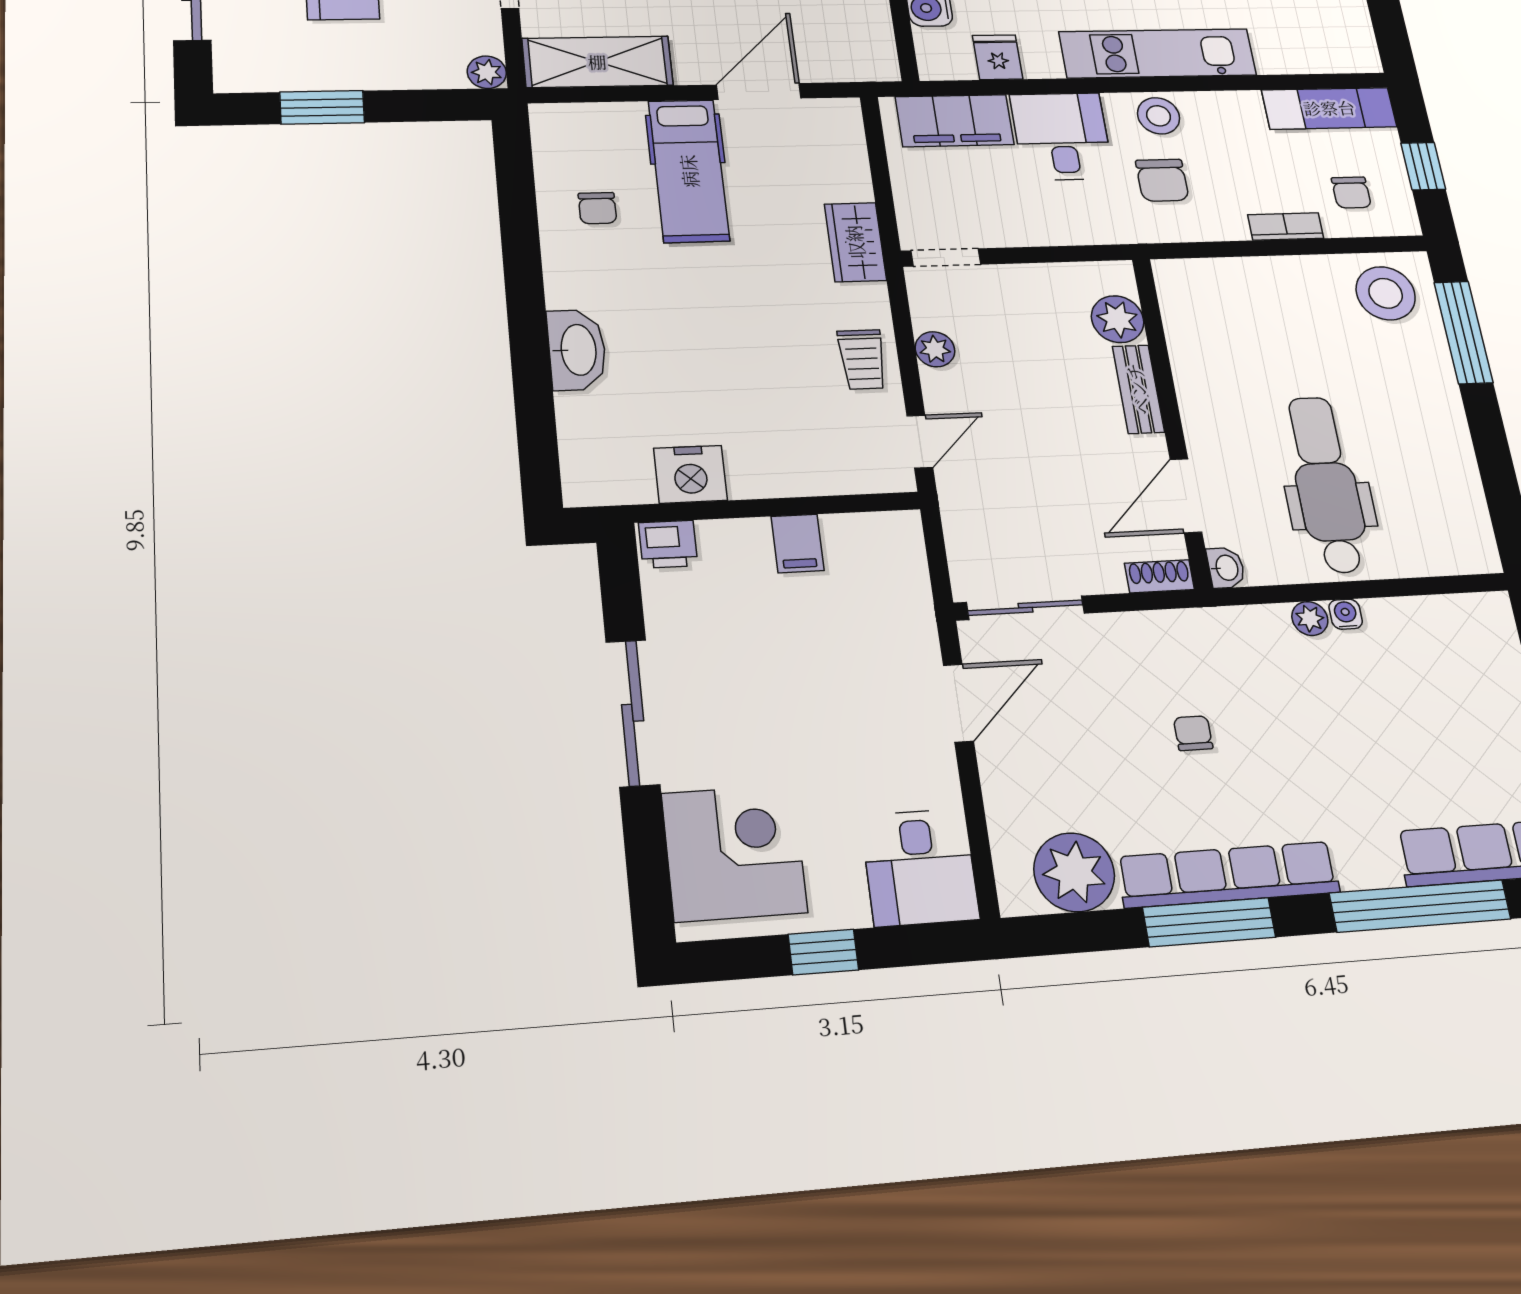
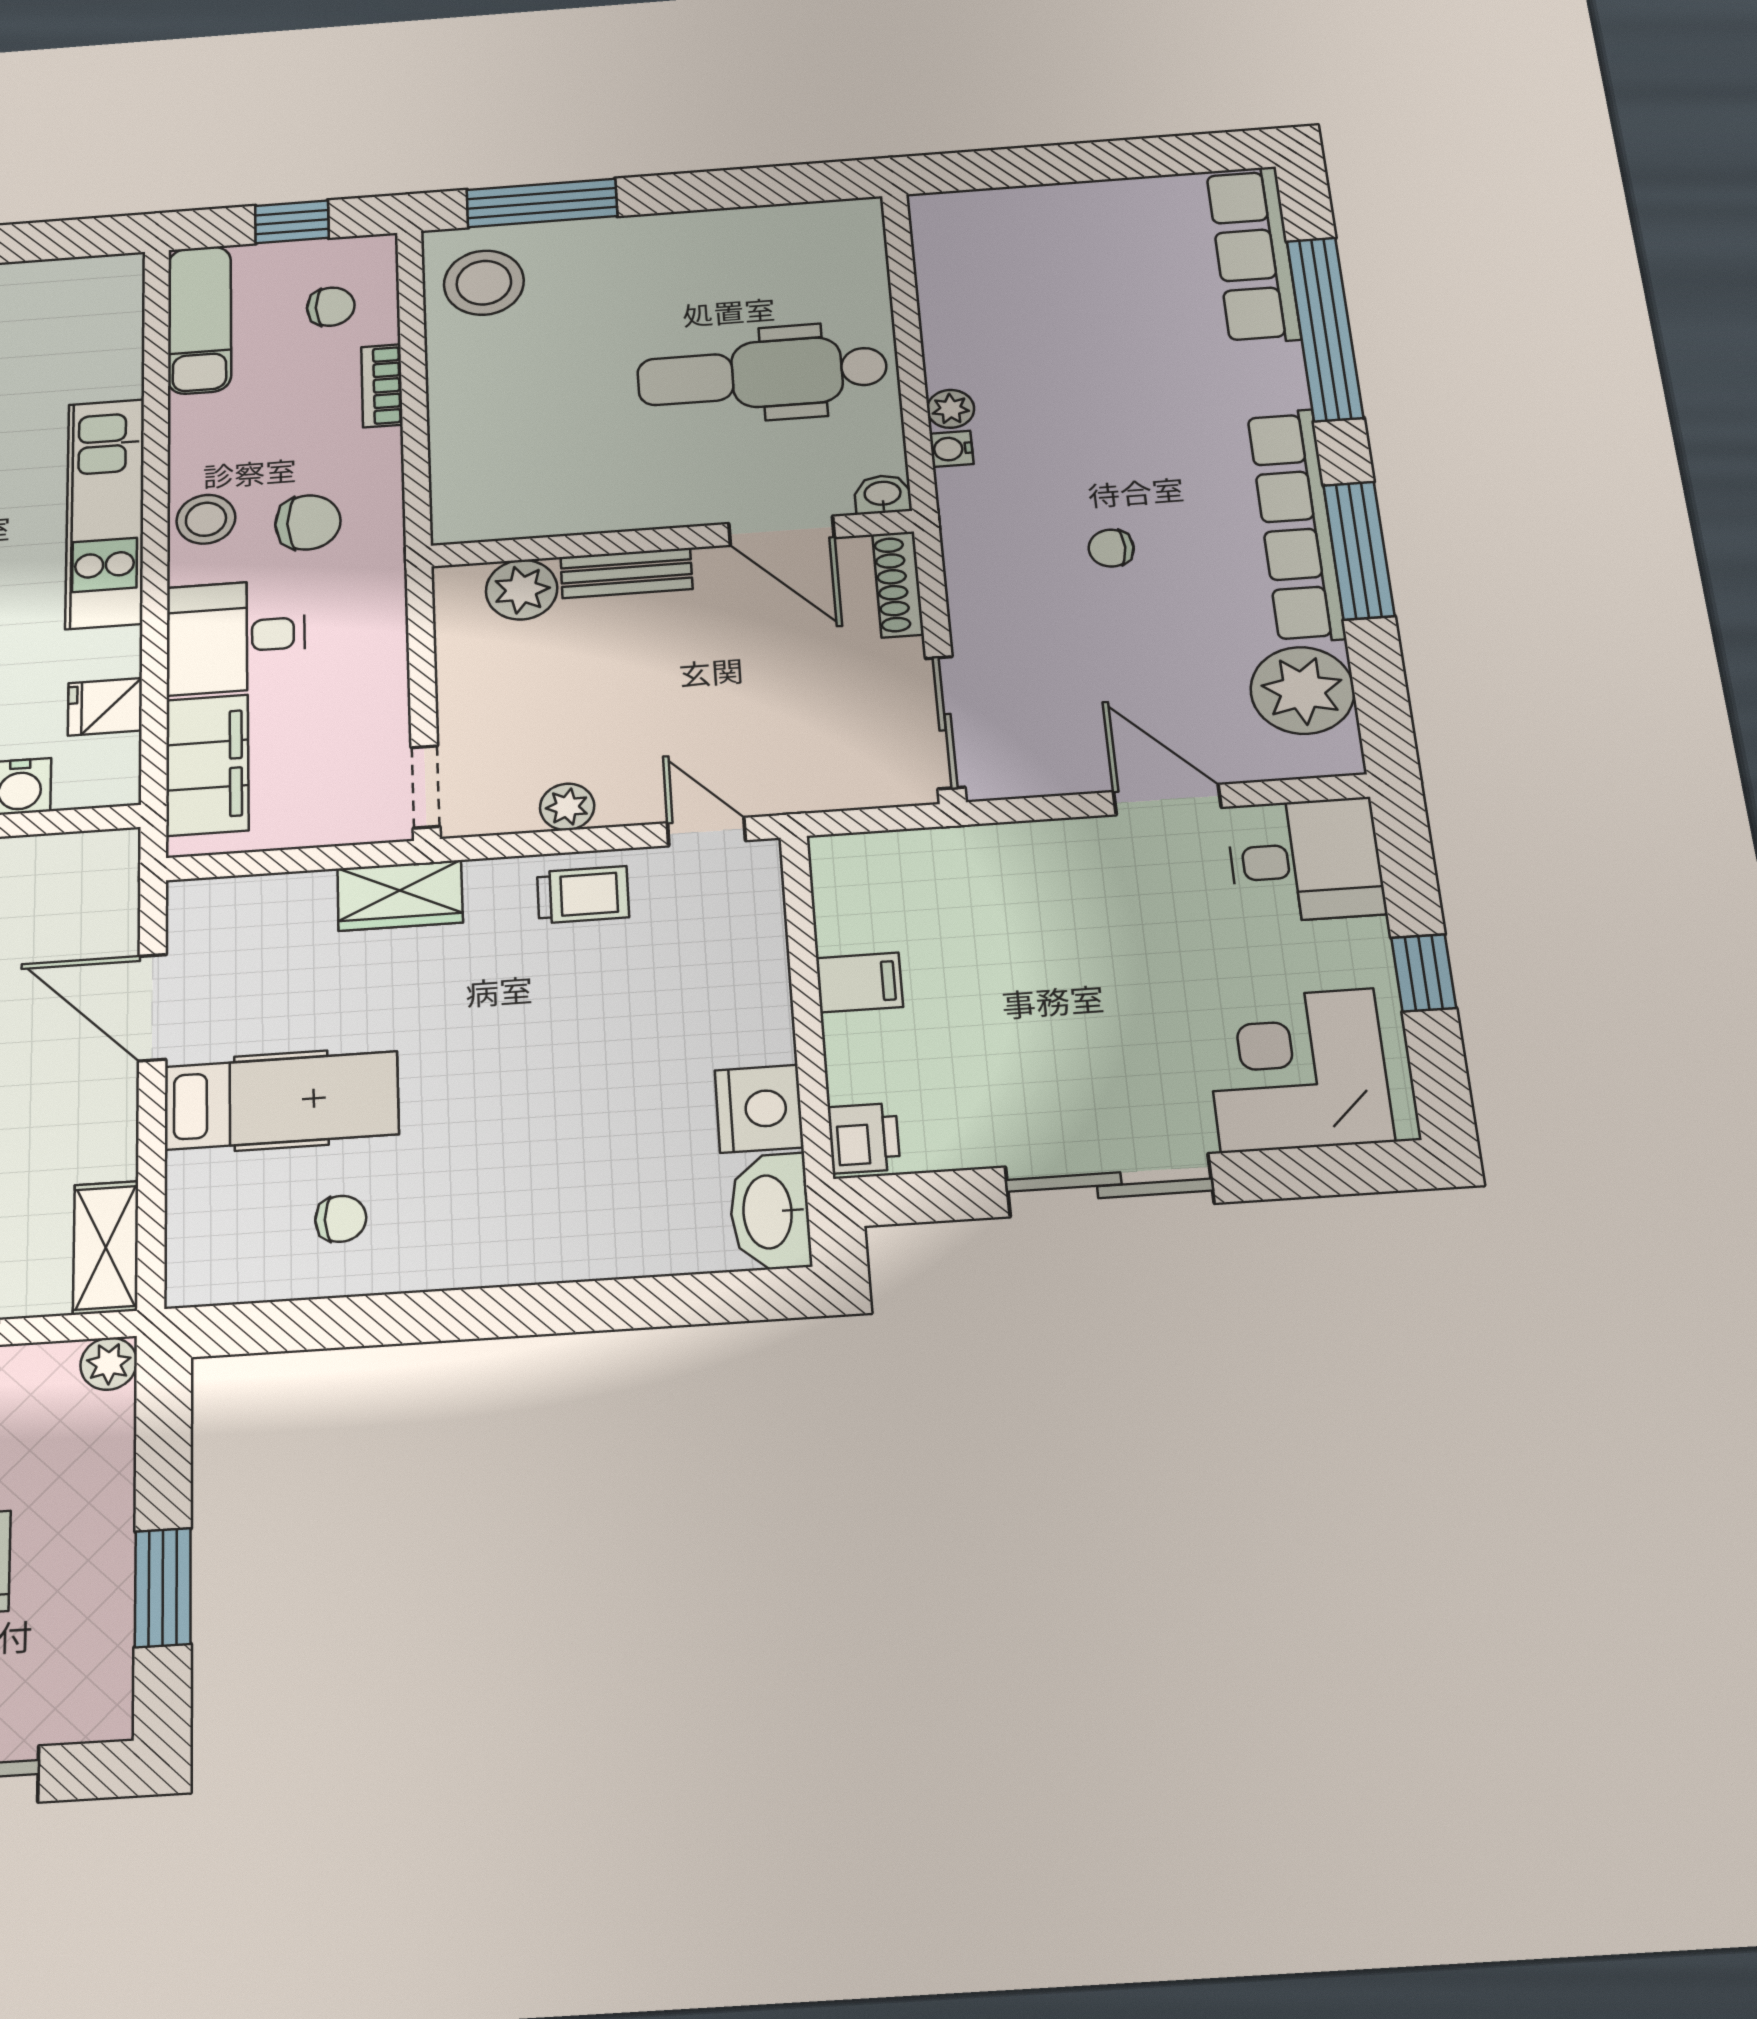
shelving: (597, 62) -> (106, 1248), width x0.67, depth x0.75
washbasin: (577, 350) -> (770, 1212), moved, turned -90
shoe rack: (1159, 576) -> (898, 584), width x1.43
water cooler: (1346, 614) -> (951, 449), moved
door: (958, 703) -> (1167, 800), moved

